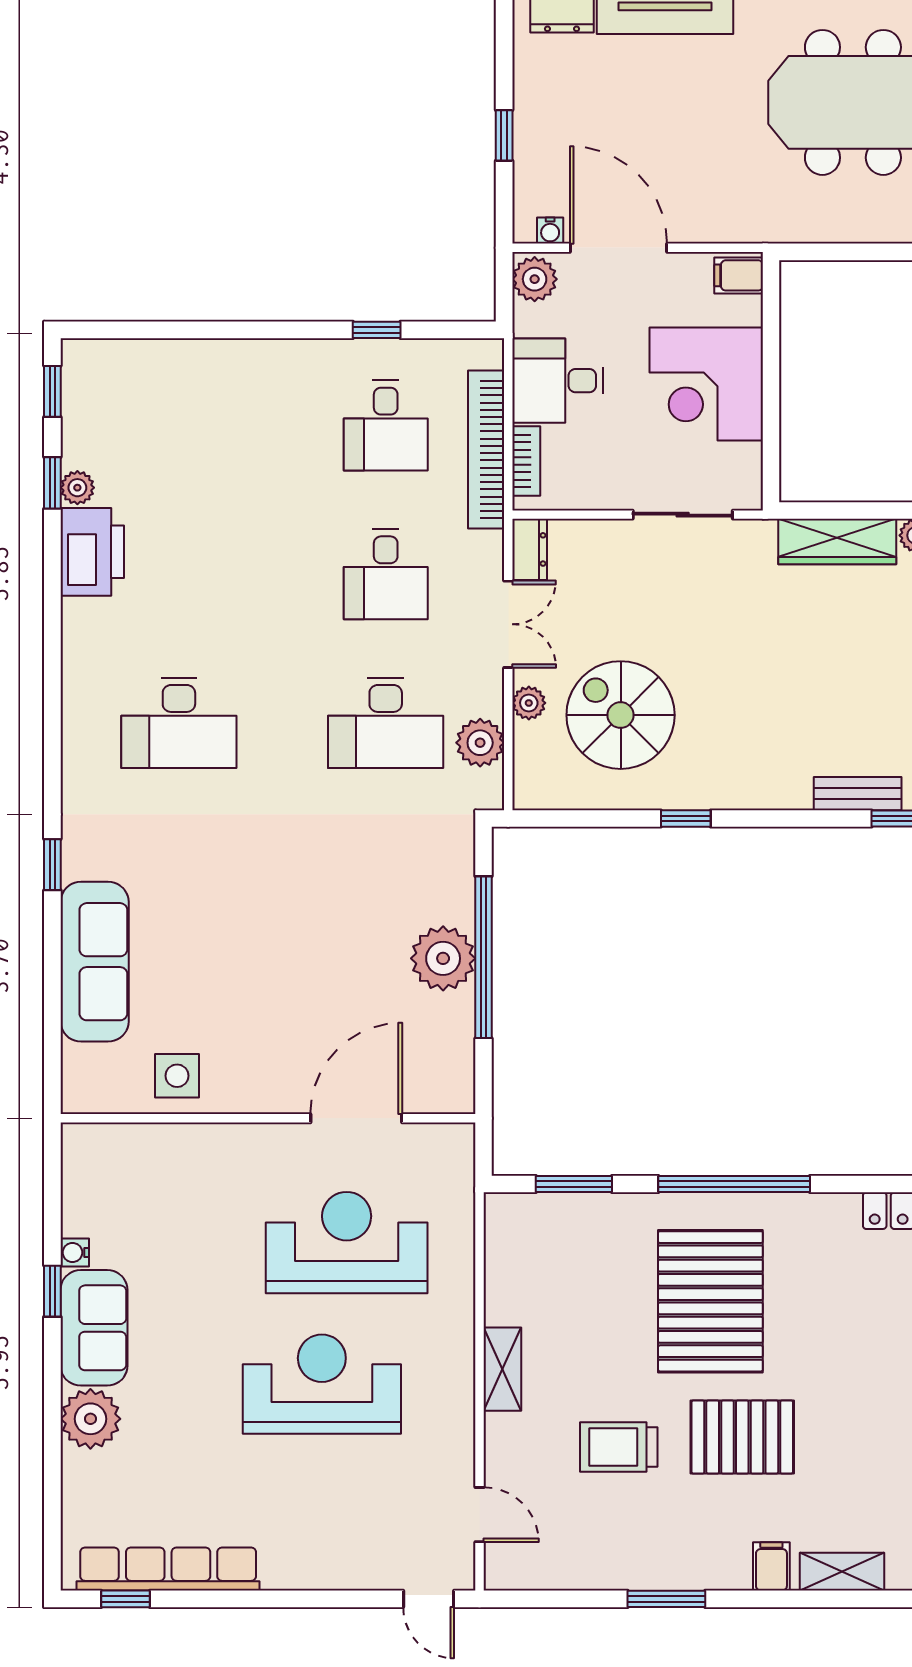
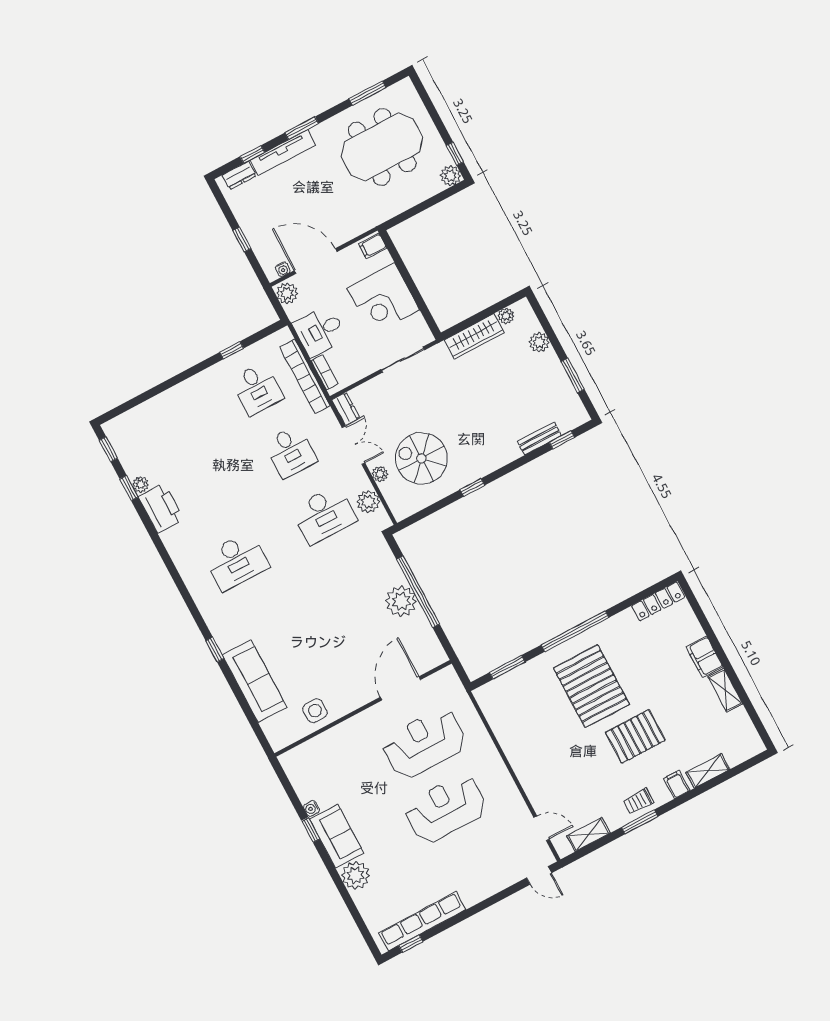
shelving: (502, 1369) -> (589, 834), moved, turned 90
trolley: (619, 1447) -> (639, 801), moved, width x0.73, depth x0.72

